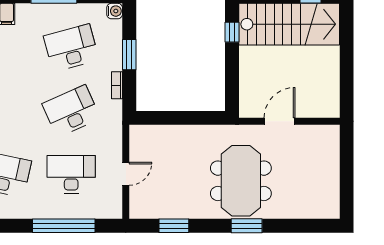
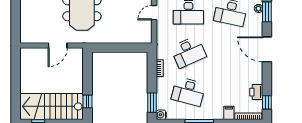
desk: (71, 48) -> (188, 92), turned 30
window: (129, 55) -> (152, 103), moved

